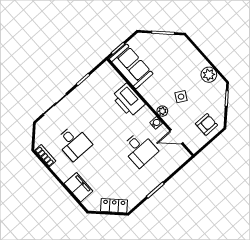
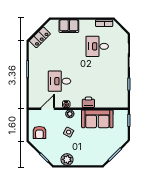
sofa: (131, 66) -> (97, 119), moved
printer: (128, 100) -> (88, 102), width x0.53, depth x0.68

